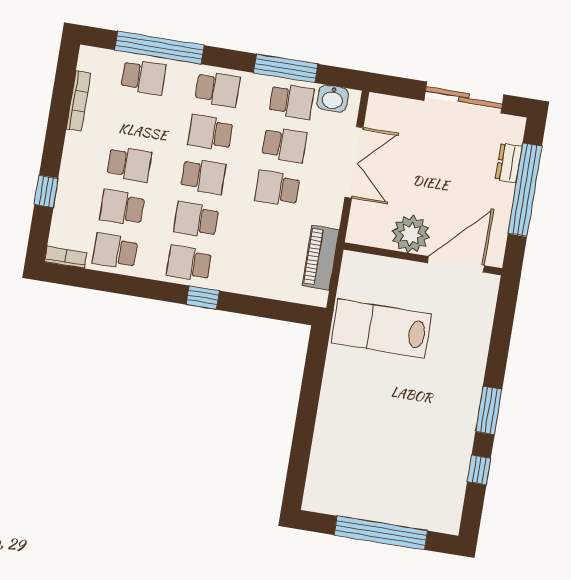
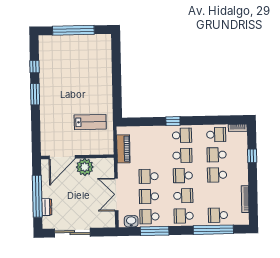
school desk: (277, 188) -> (149, 176), turned 180
school desk: (122, 208) -> (217, 155), turned 180
lab bench: (381, 329) -> (90, 122), width x0.73, depth x0.72

